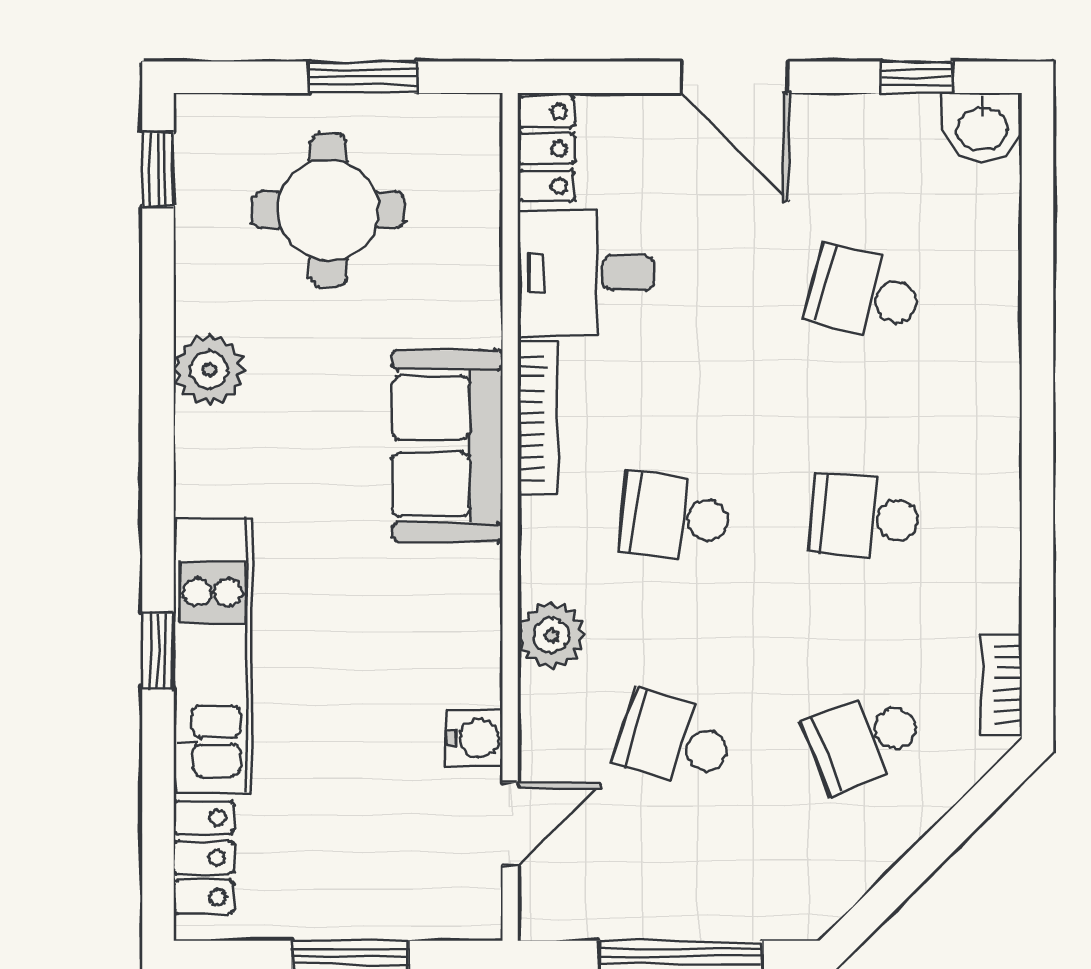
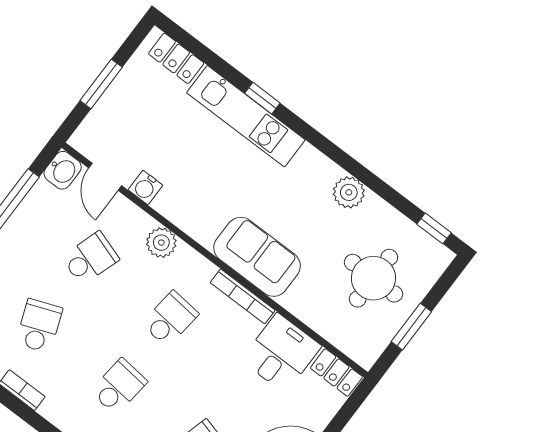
washbasin: (556, 909) -> (63, 170), added

